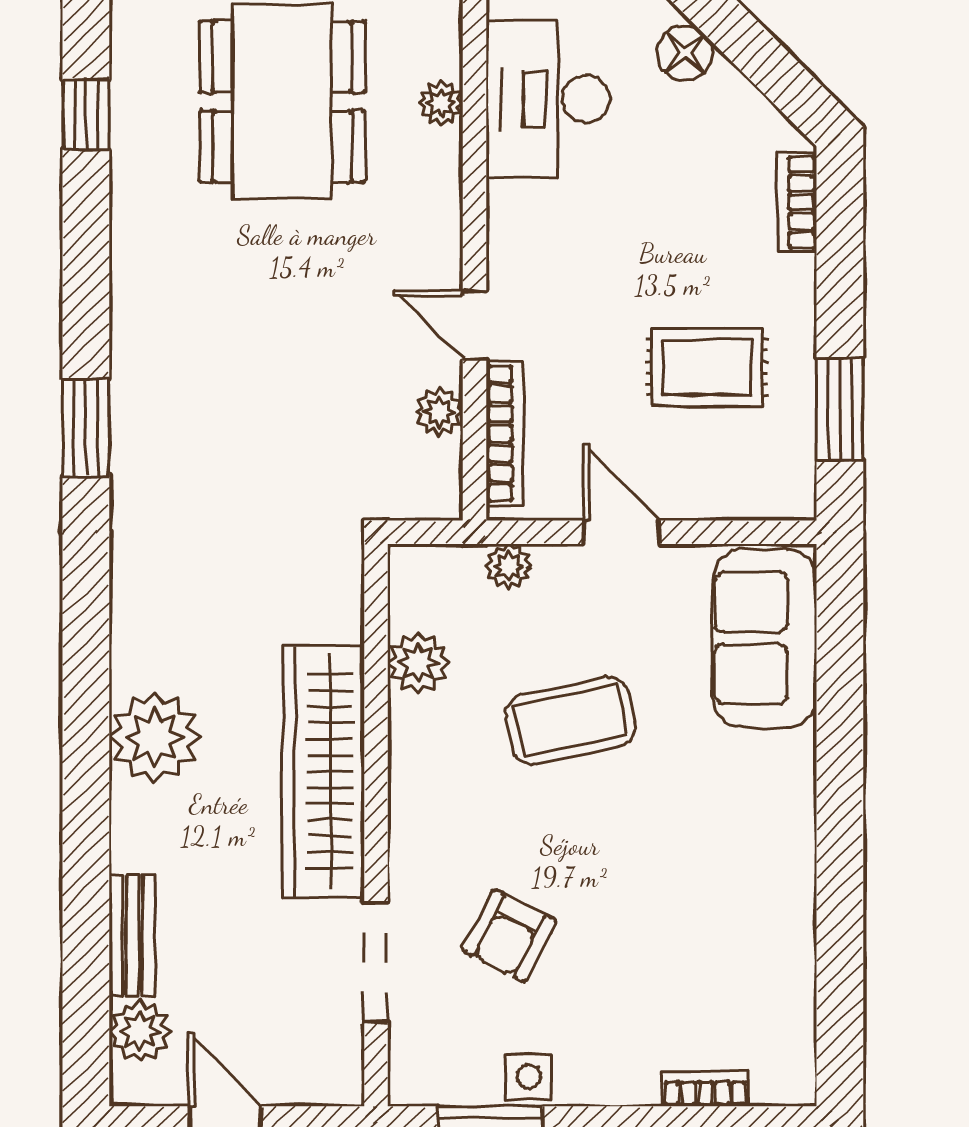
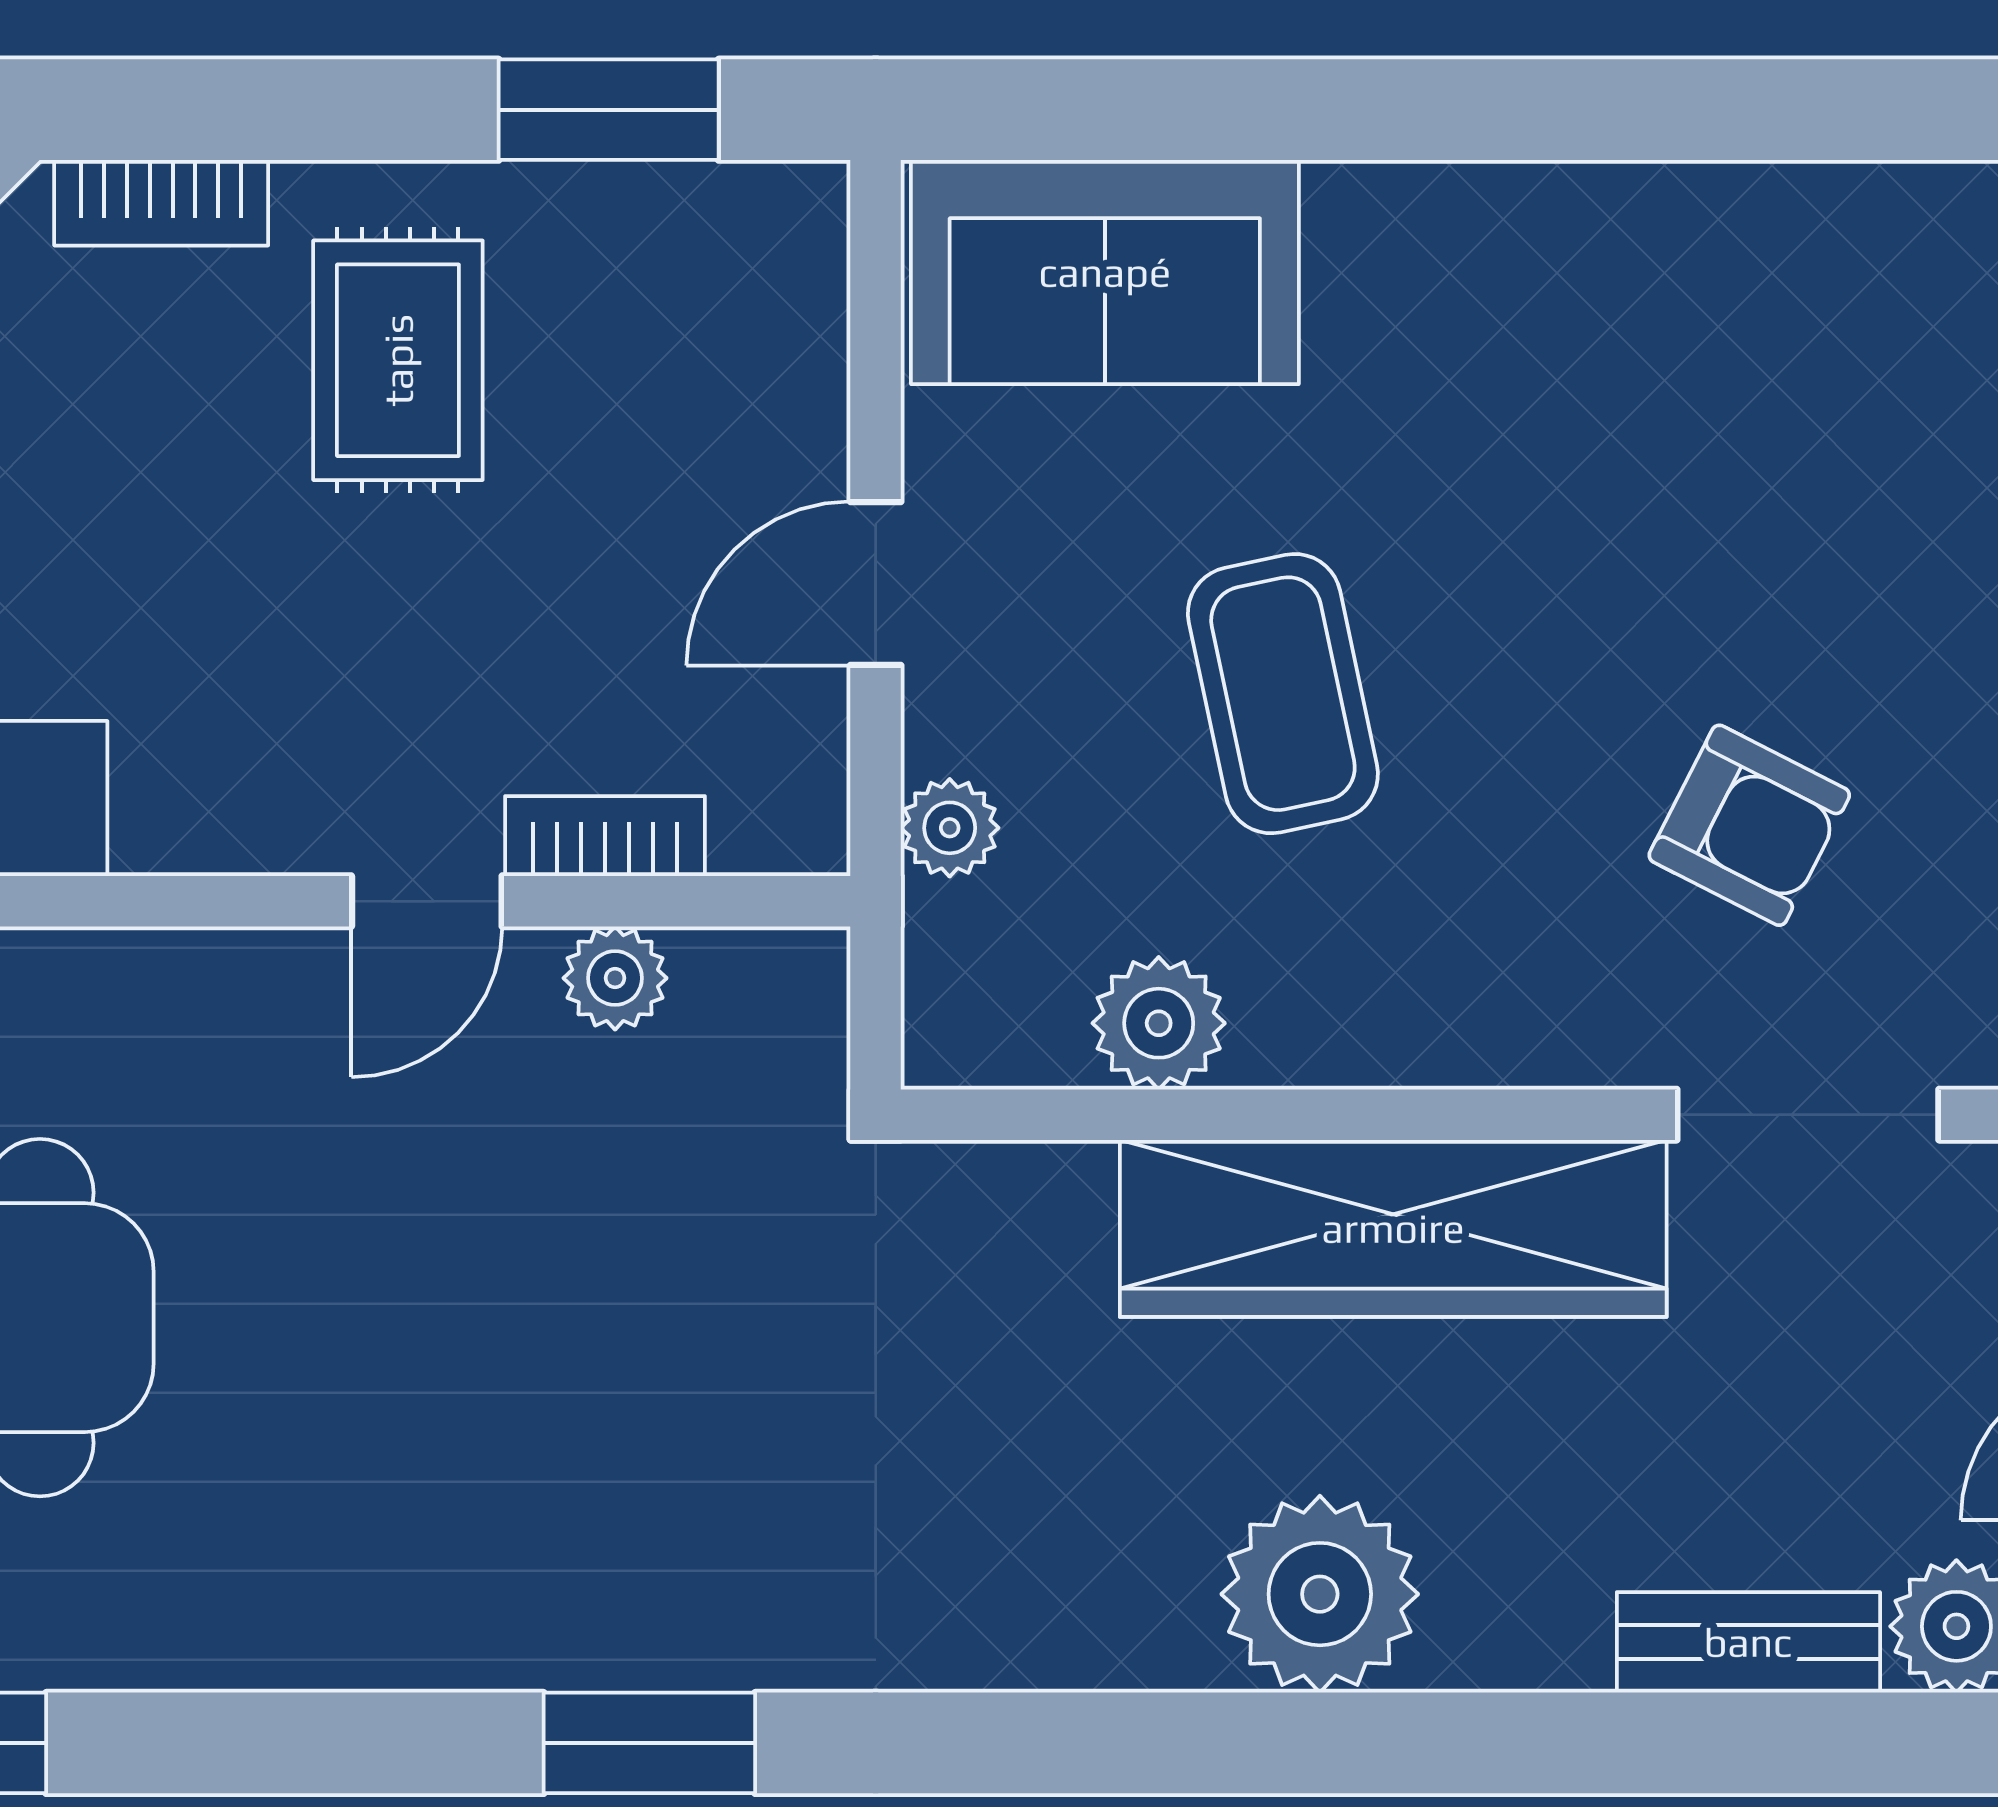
rug: (707, 367) -> (398, 360), moved
bookcase: (505, 433) -> (605, 836), width x0.64

